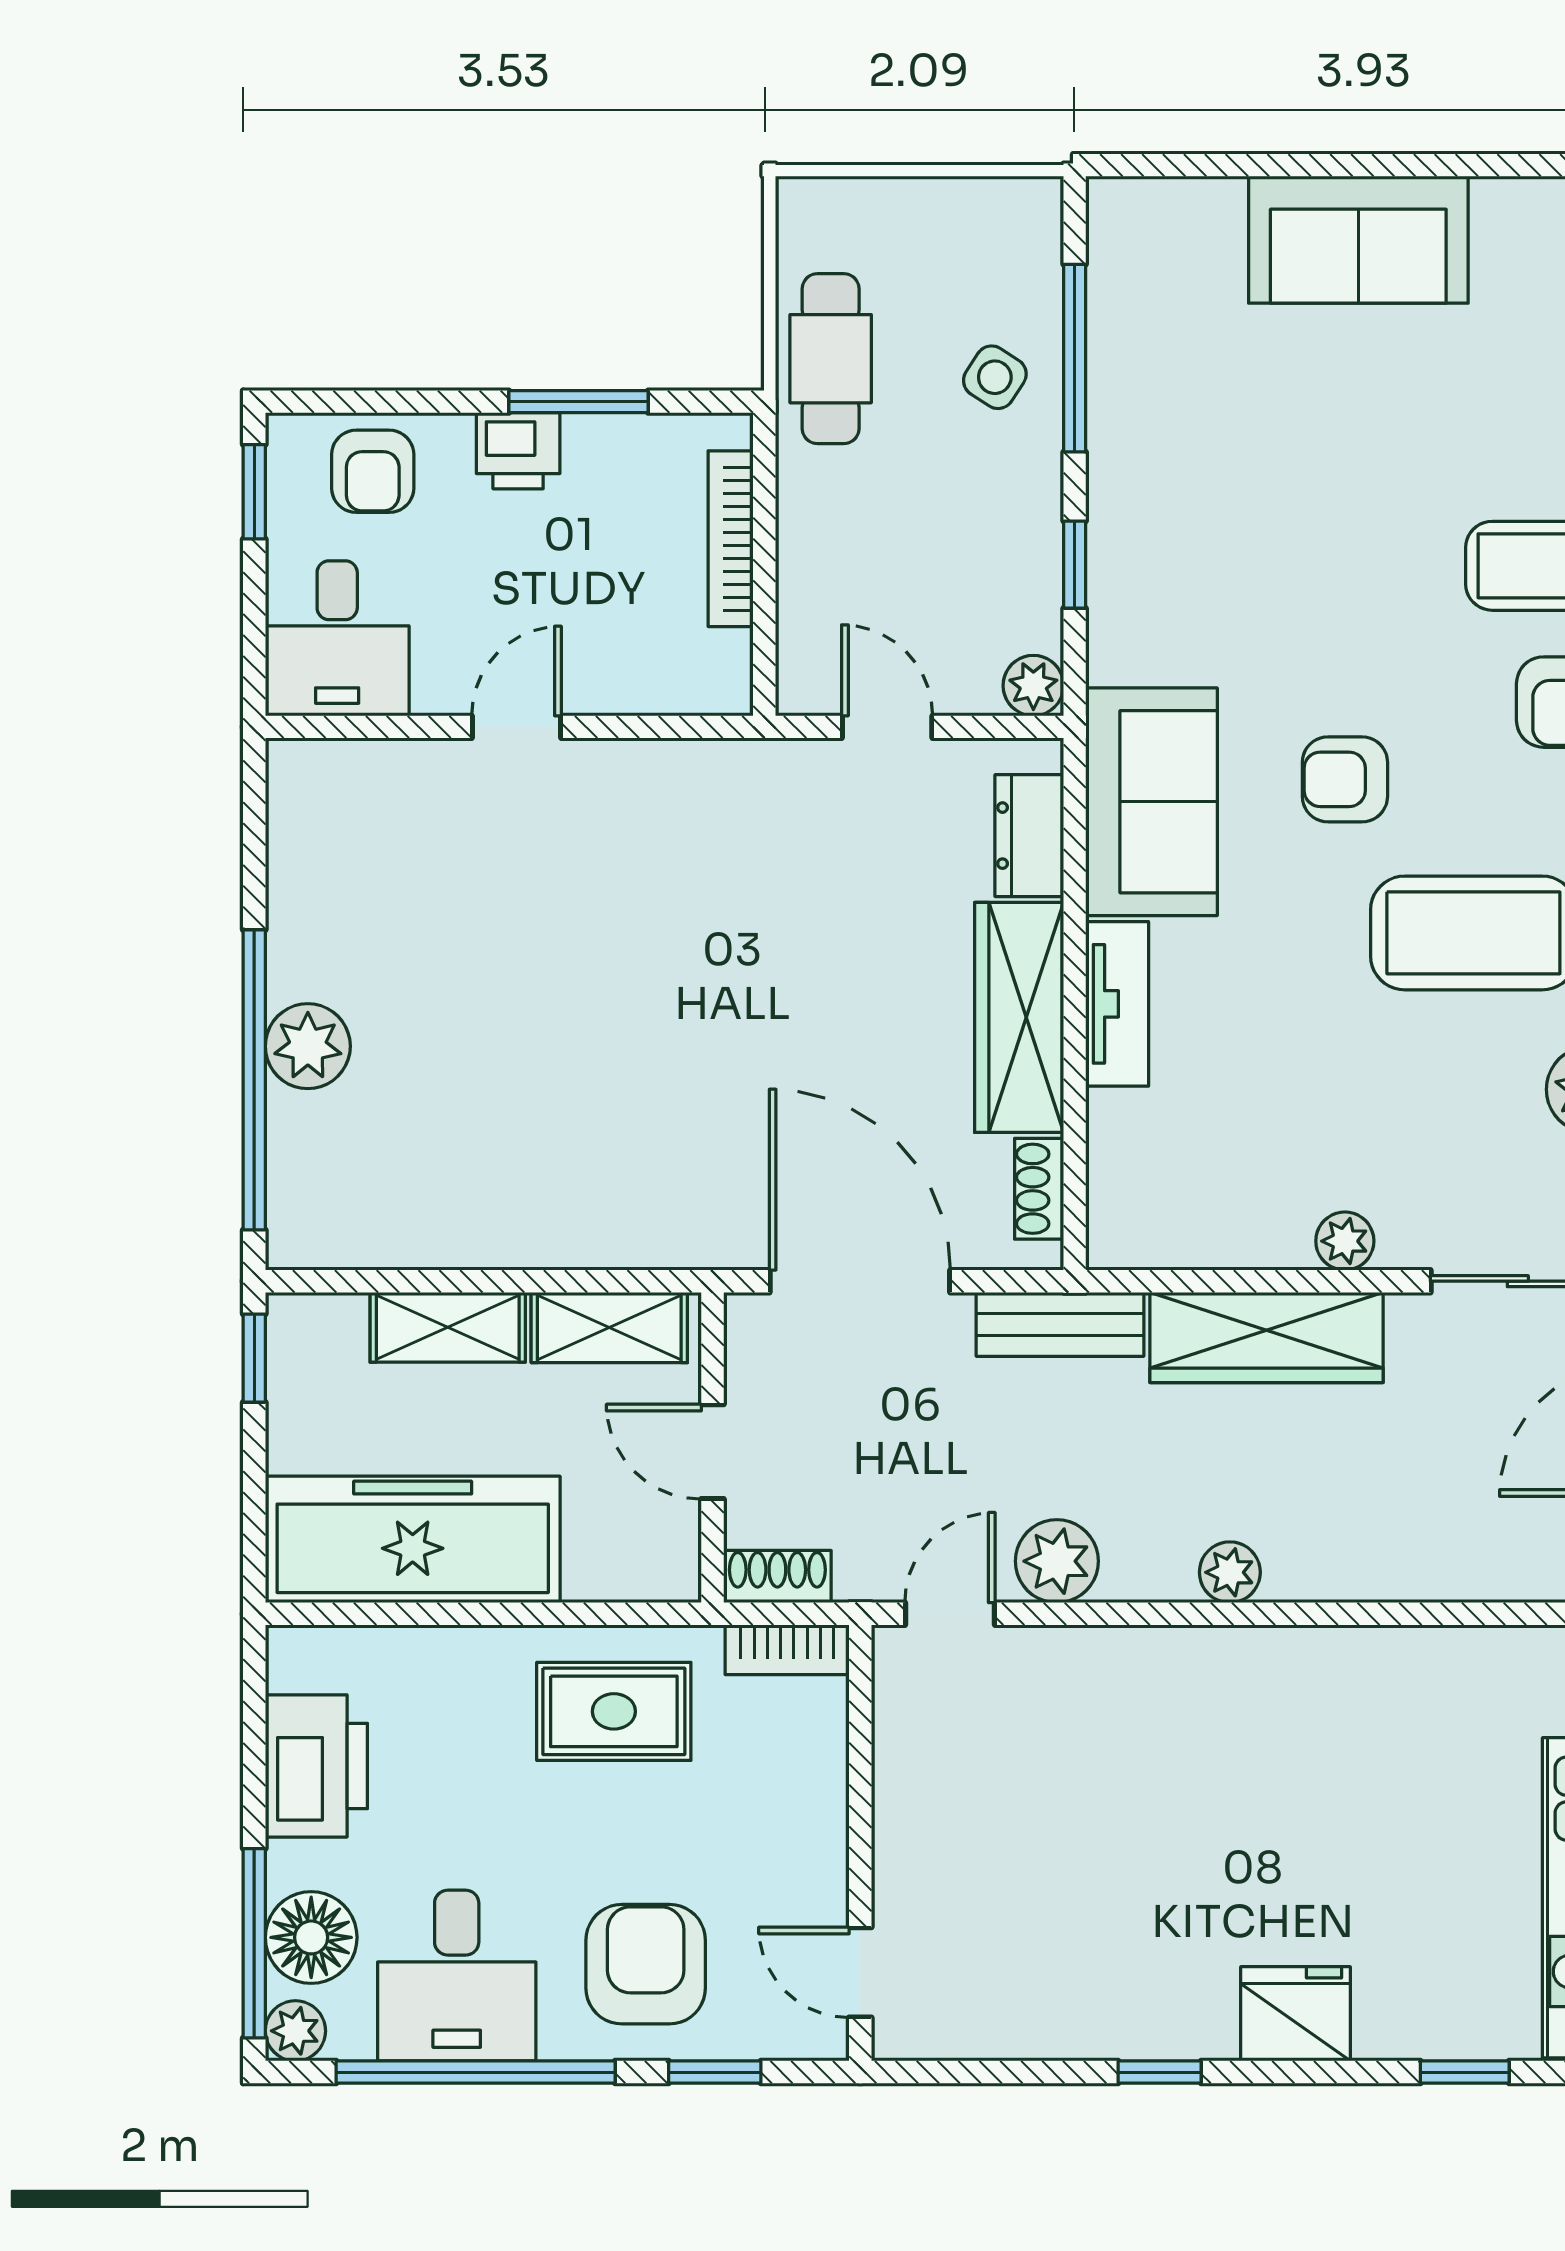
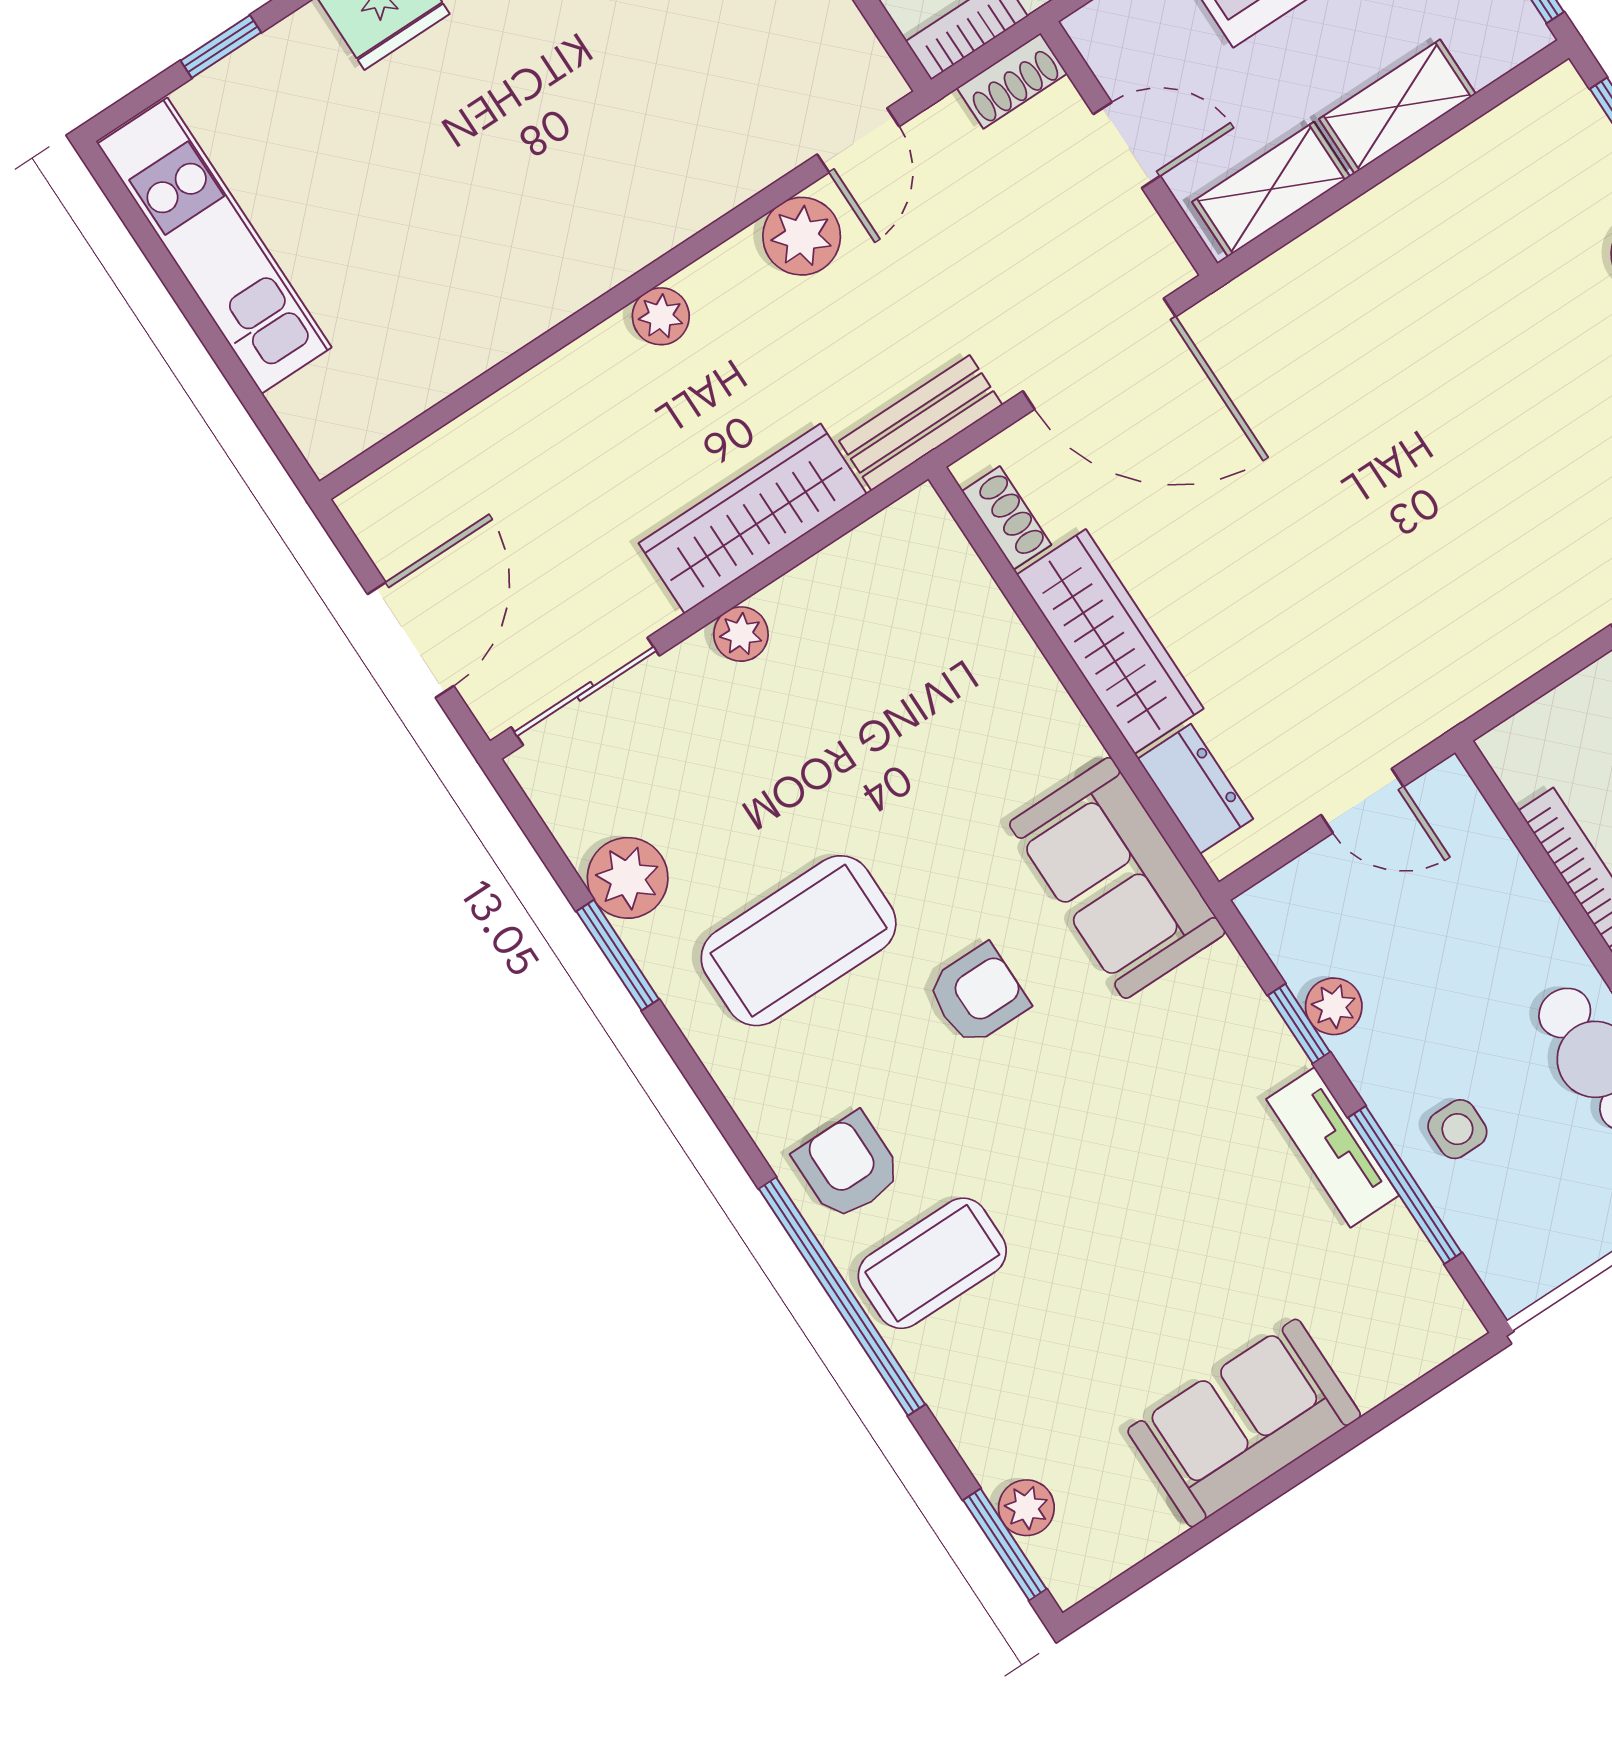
side table: (995, 377) -> (1457, 1129), turned -33
plant: (1033, 686) -> (1334, 1006), moved
tv unit: (1117, 1004) -> (1333, 1147), moved

